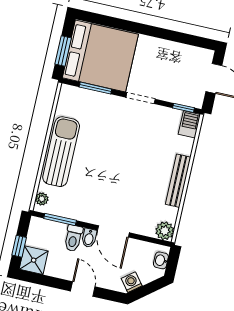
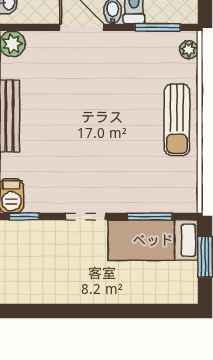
bed: (100, 56) -> (153, 240), width x0.49
sun lounger: (61, 152) -> (177, 120), width x0.73, depth x0.75

